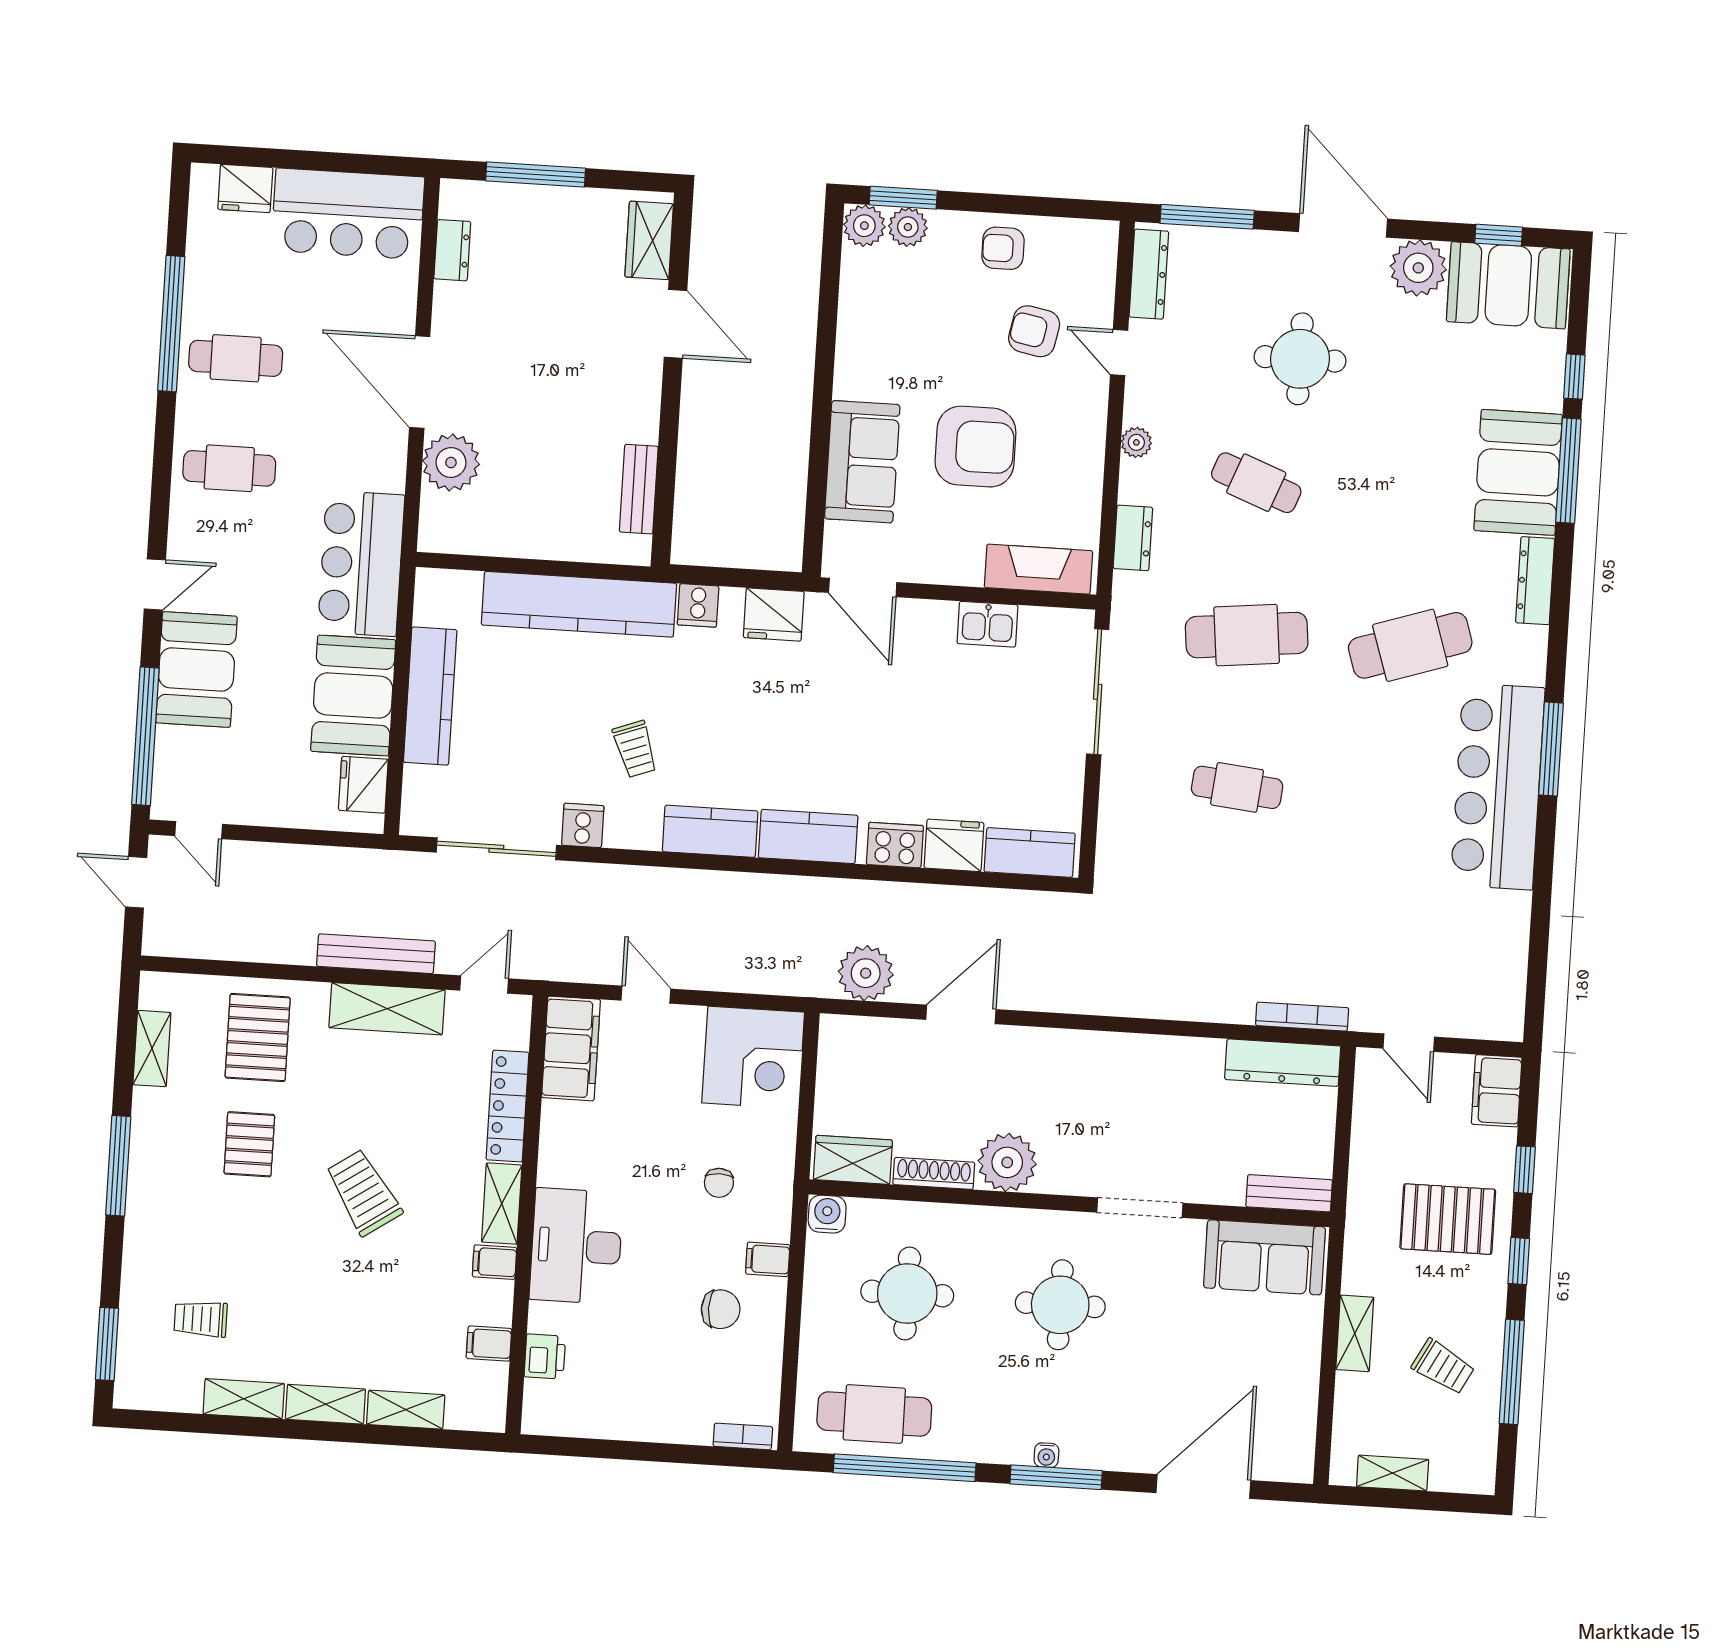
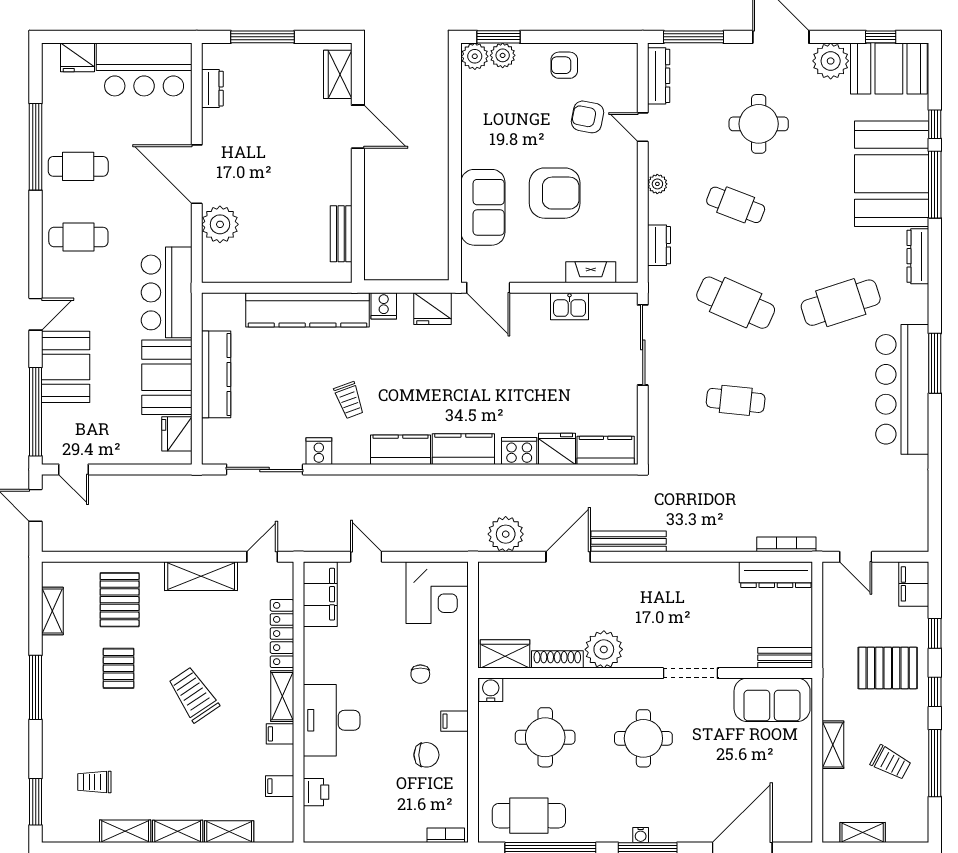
booth: (1518, 472) -> (892, 174), width x1.36, depth x1.42
fireplace: (1038, 569) -> (591, 272), width x0.73, depth x0.76
cafe table: (1247, 635) -> (736, 303), turned 30
bench: (376, 954) -> (629, 541), moved

